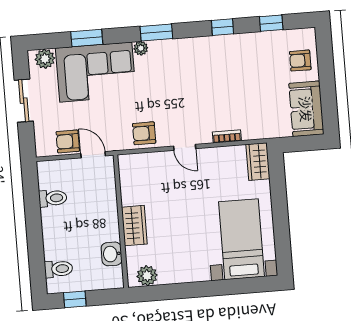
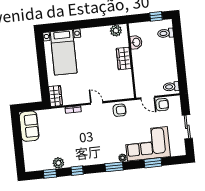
plant: (45, 59) -> (58, 163), moved
armchair: (300, 61) -> (33, 153), removed
toilet: (53, 198) -> (171, 87), moved

